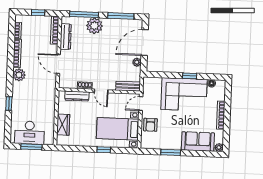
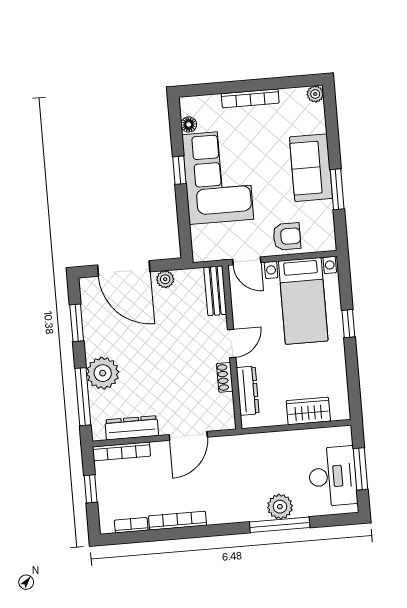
window: (121, 16) -> (77, 323), width x0.69
plant: (19, 75) -> (280, 507), moved
window: (9, 104) -> (280, 525), width x2.17
sofa: (198, 141) -> (311, 168), moved

